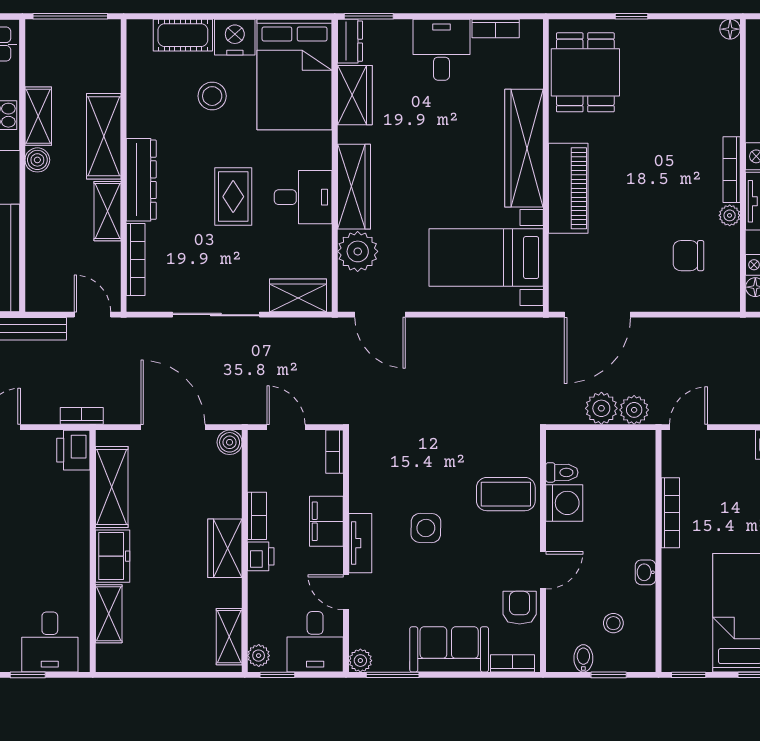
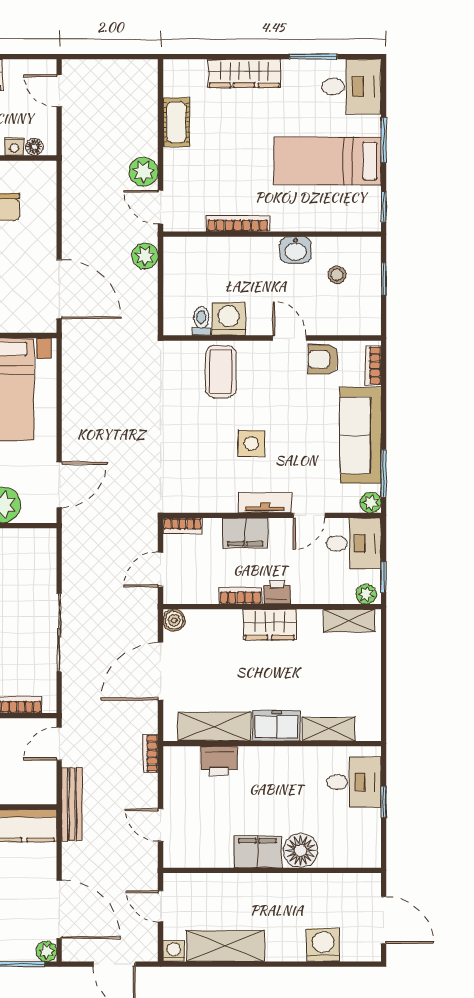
wardrobe: (298, 295) -> (42, 559), removed
plant: (601, 408) -> (144, 172), moved
printer: (73, 450) -> (219, 761), moved
washbasin: (646, 572) -> (296, 250), width x1.38, depth x1.45
sofa: (449, 649) -> (361, 435), width x1.36
bidet: (583, 658) -> (369, 302), removed

